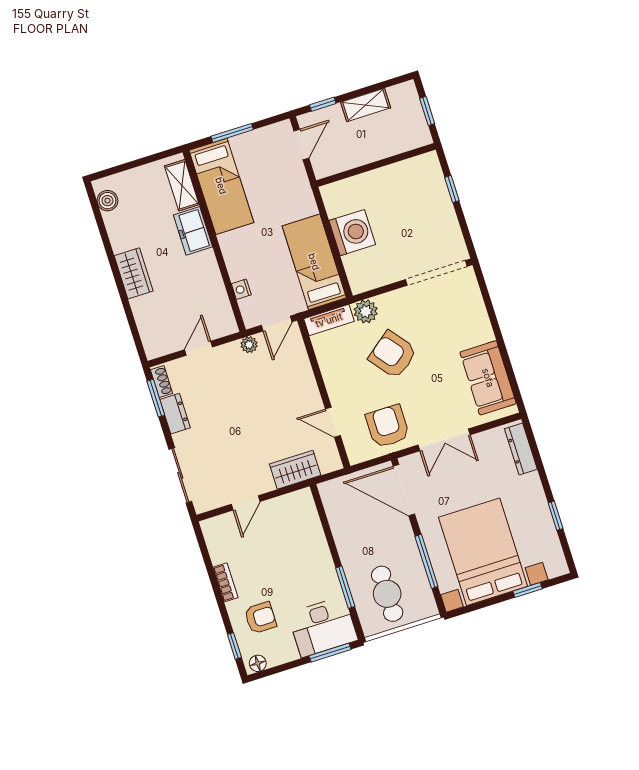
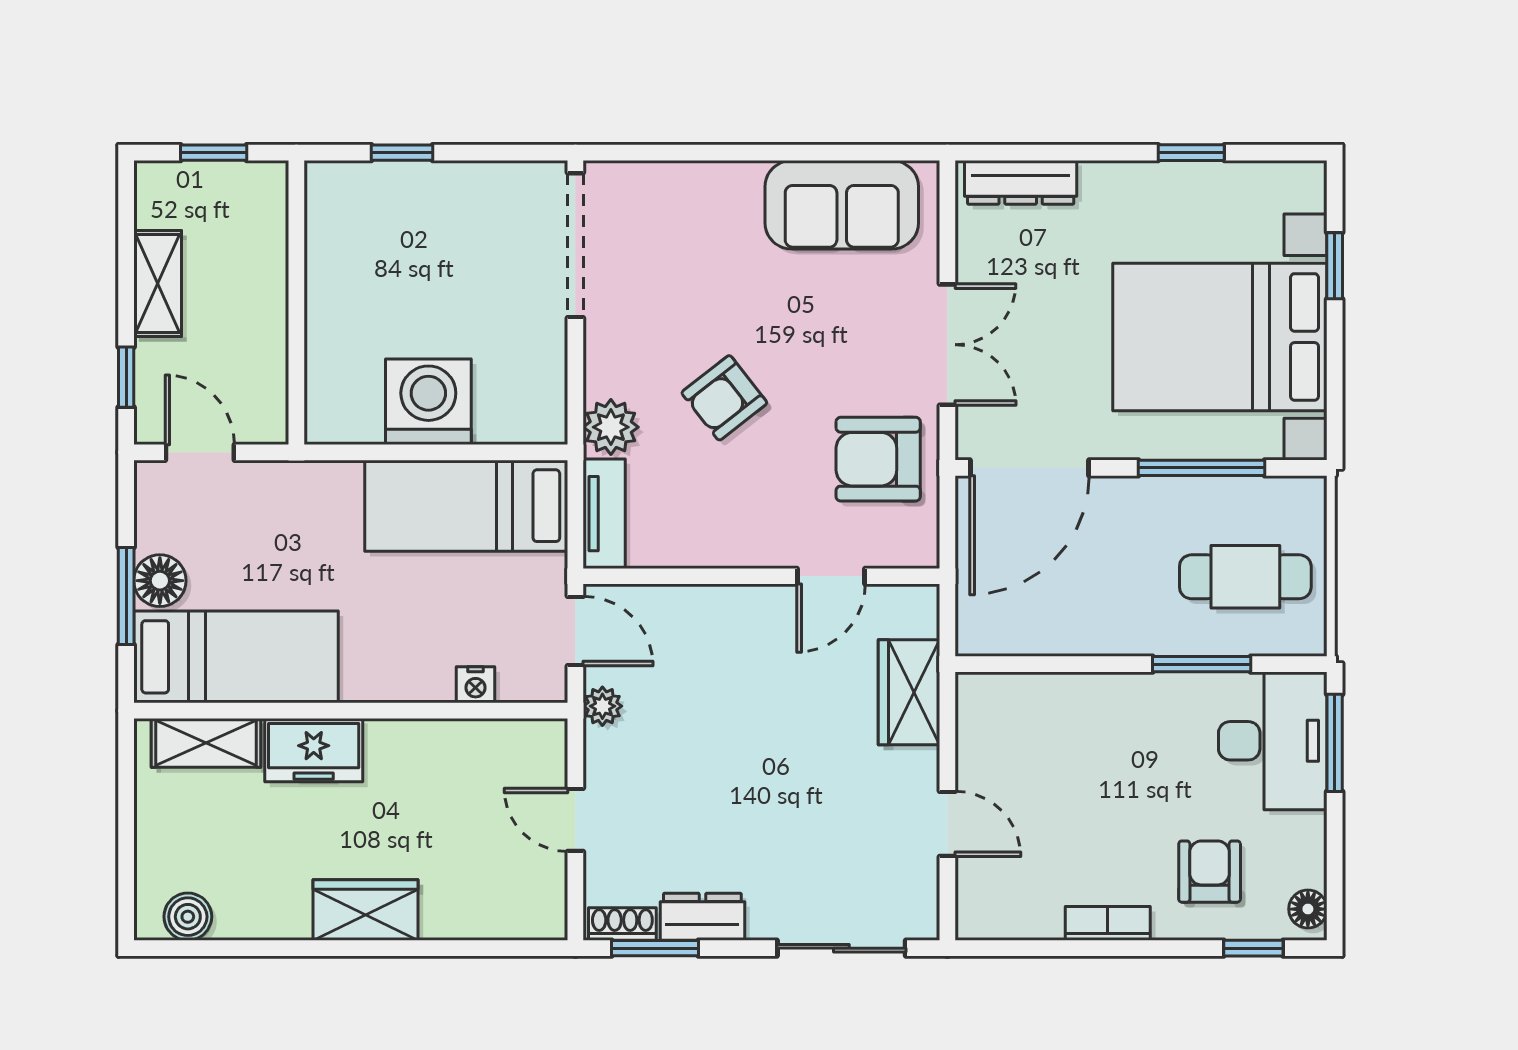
floor lamp: (243, 145) -> (160, 581), added
armchair: (393, 355) -> (724, 398), width x0.72, depth x0.72

